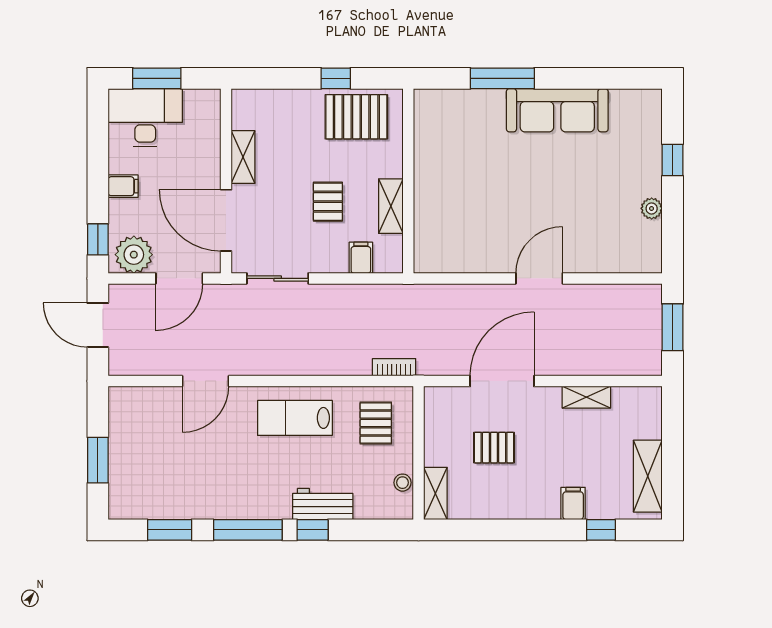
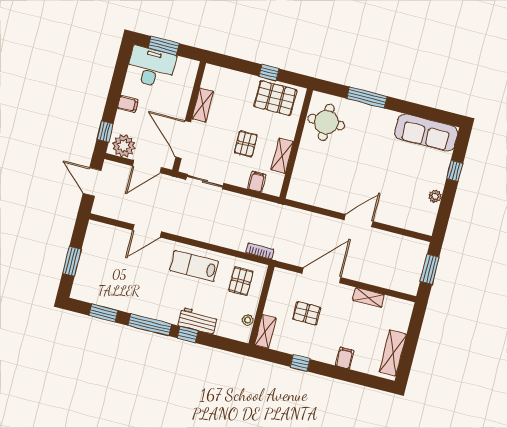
sofa: (557, 110) -> (426, 133), moved
round table: (448, 134) -> (326, 122), added
window: (601, 530) -> (300, 363), moved

